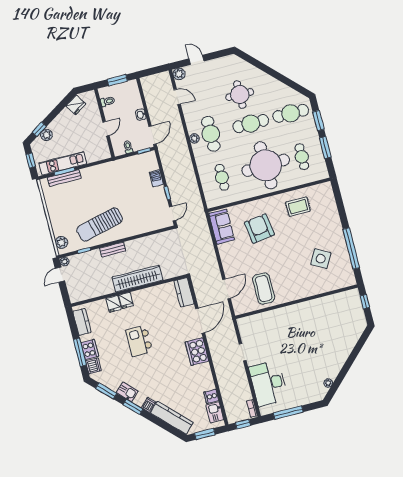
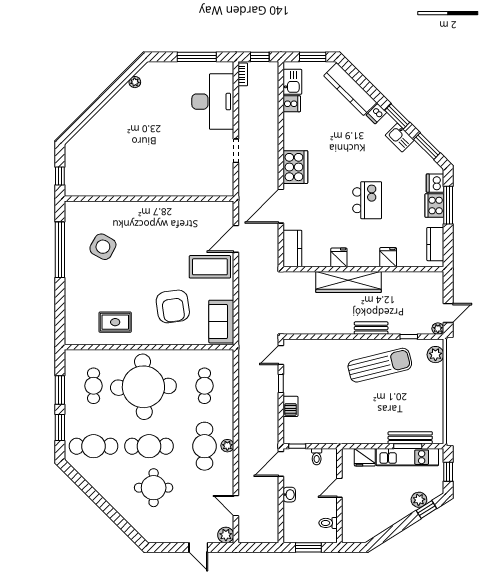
fridge: (76, 105) -> (365, 457), moved, turned -148
coffee table: (264, 289) -> (210, 267), moved, turned 90
fridge: (126, 300) -> (339, 257), moved

